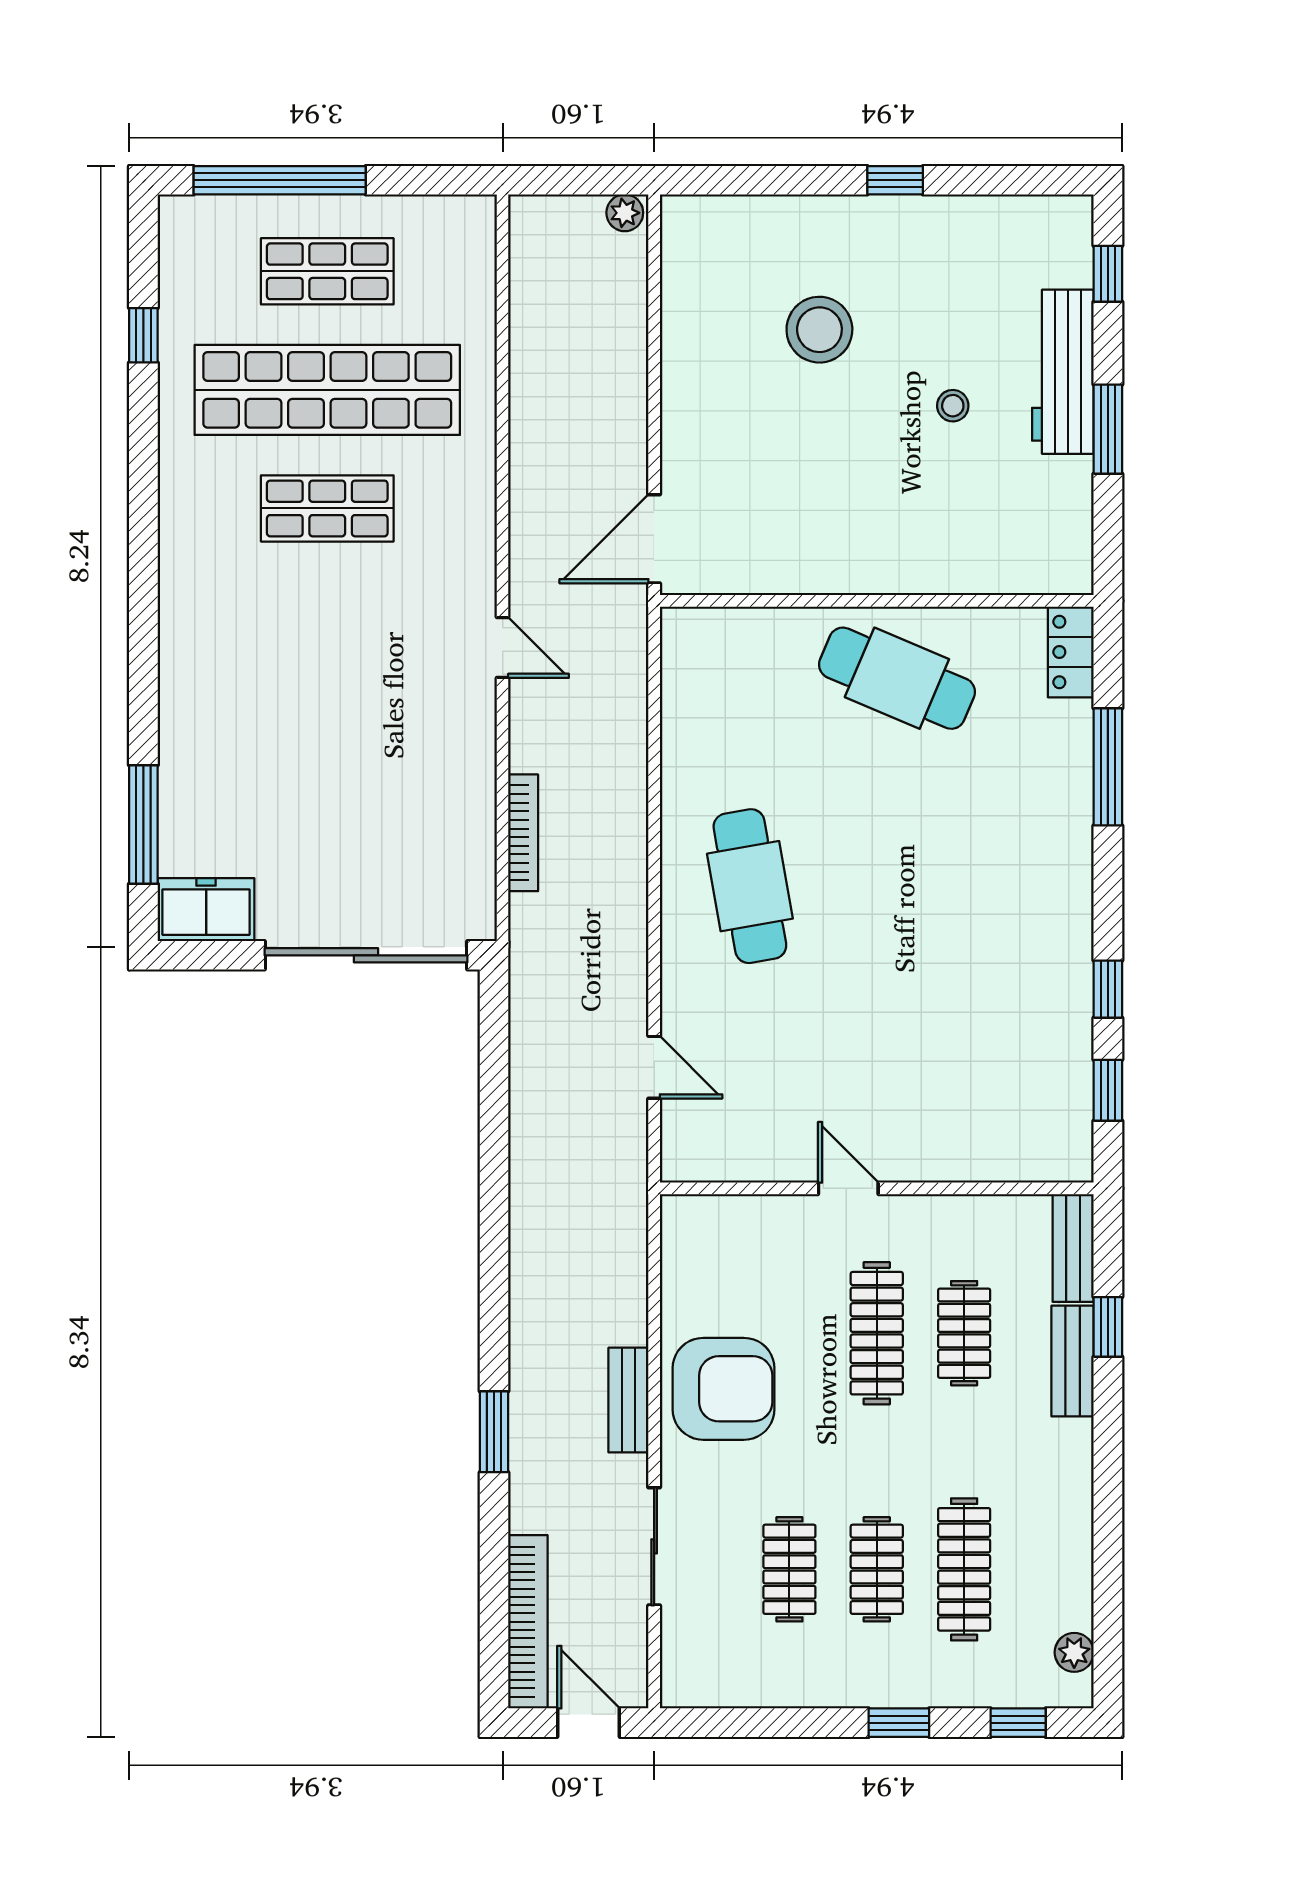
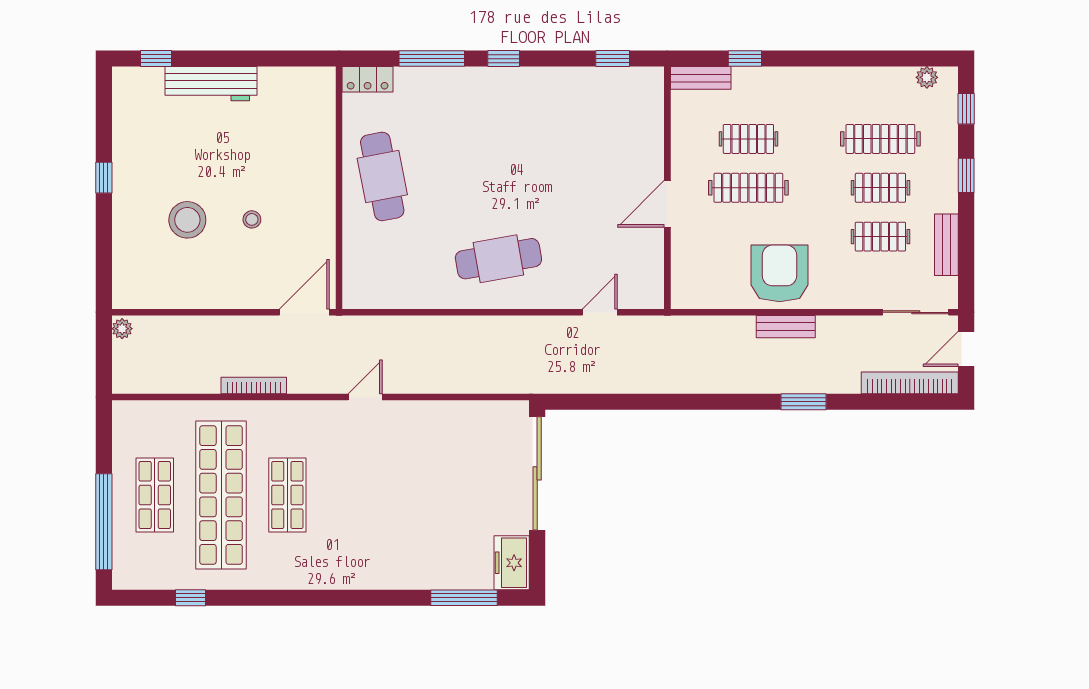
stool: (953, 406) -> (252, 219), moved
window: (1108, 429) -> (243, 59), removed
door: (654, 539) -> (304, 312), swing flipped
cafe table: (897, 678) -> (382, 176), turned -34
bookcase: (523, 833) -> (254, 385), moved
window: (1108, 989) -> (504, 59), moved
door: (848, 1188) -> (667, 204), width x1.38
bench: (1073, 1361) -> (946, 245), moved, turned 90
sliding door: (654, 1546) -> (916, 312), moved

